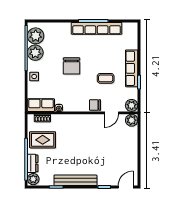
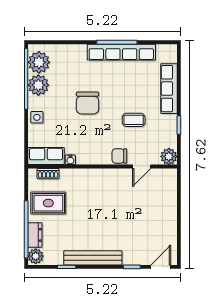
row of seats: (132, 68) -> (169, 89), moved
plant: (132, 120) -> (169, 177), removed

